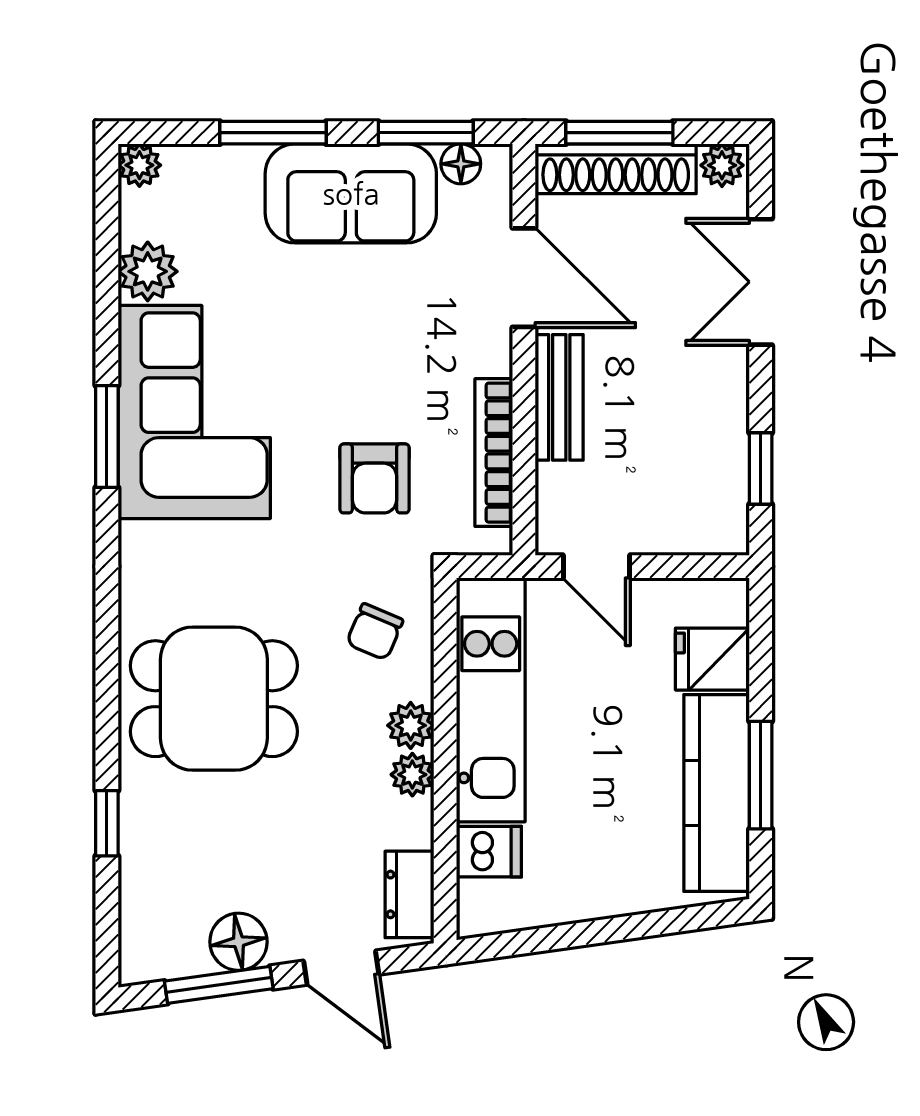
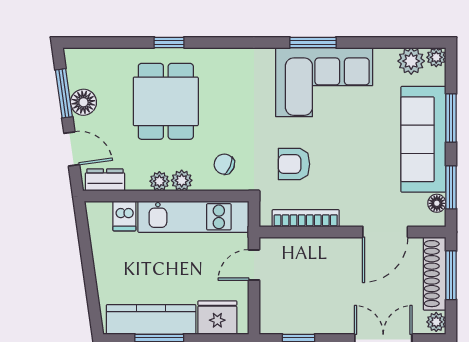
sofa: (351, 193) -> (423, 139), width x1.36
plant: (148, 271) -> (411, 61), moved
bench: (559, 397) -> (331, 248), removed
fridge: (712, 659) -> (217, 318), width x1.38
dining table: (214, 699) -> (166, 101), moved
window: (107, 823) -> (169, 42), moved
door: (341, 968) -> (72, 149), swing flipped

